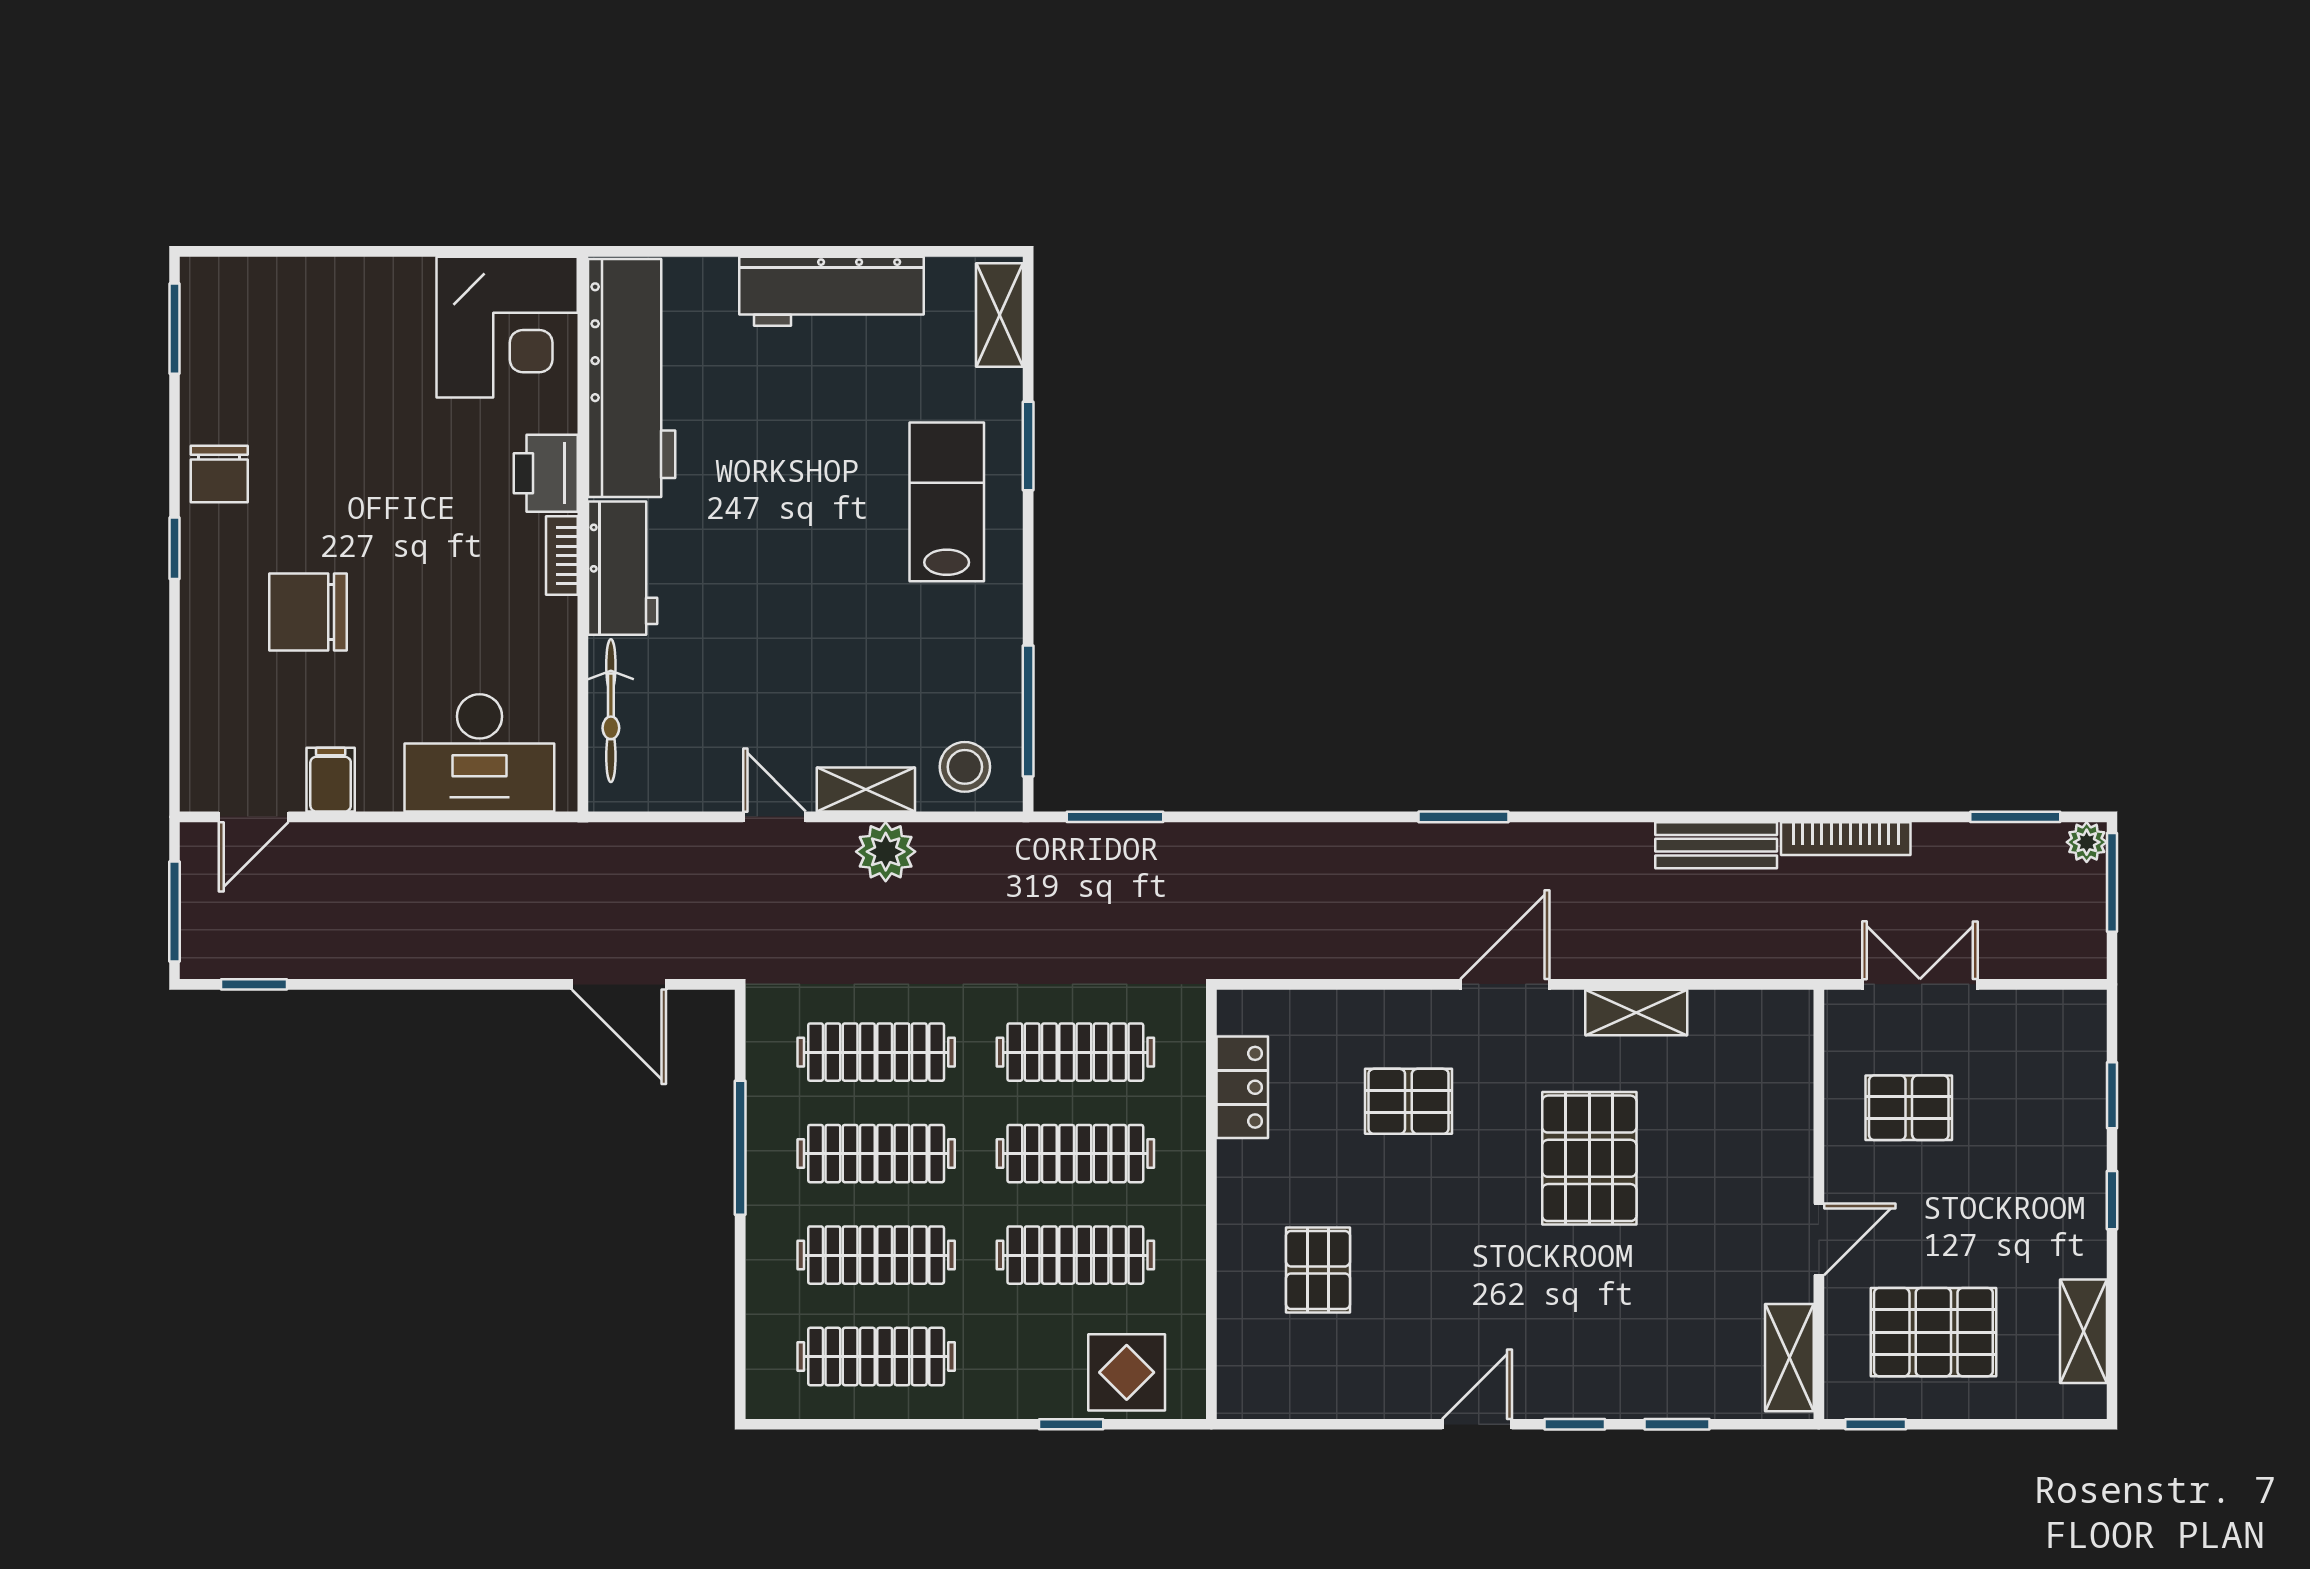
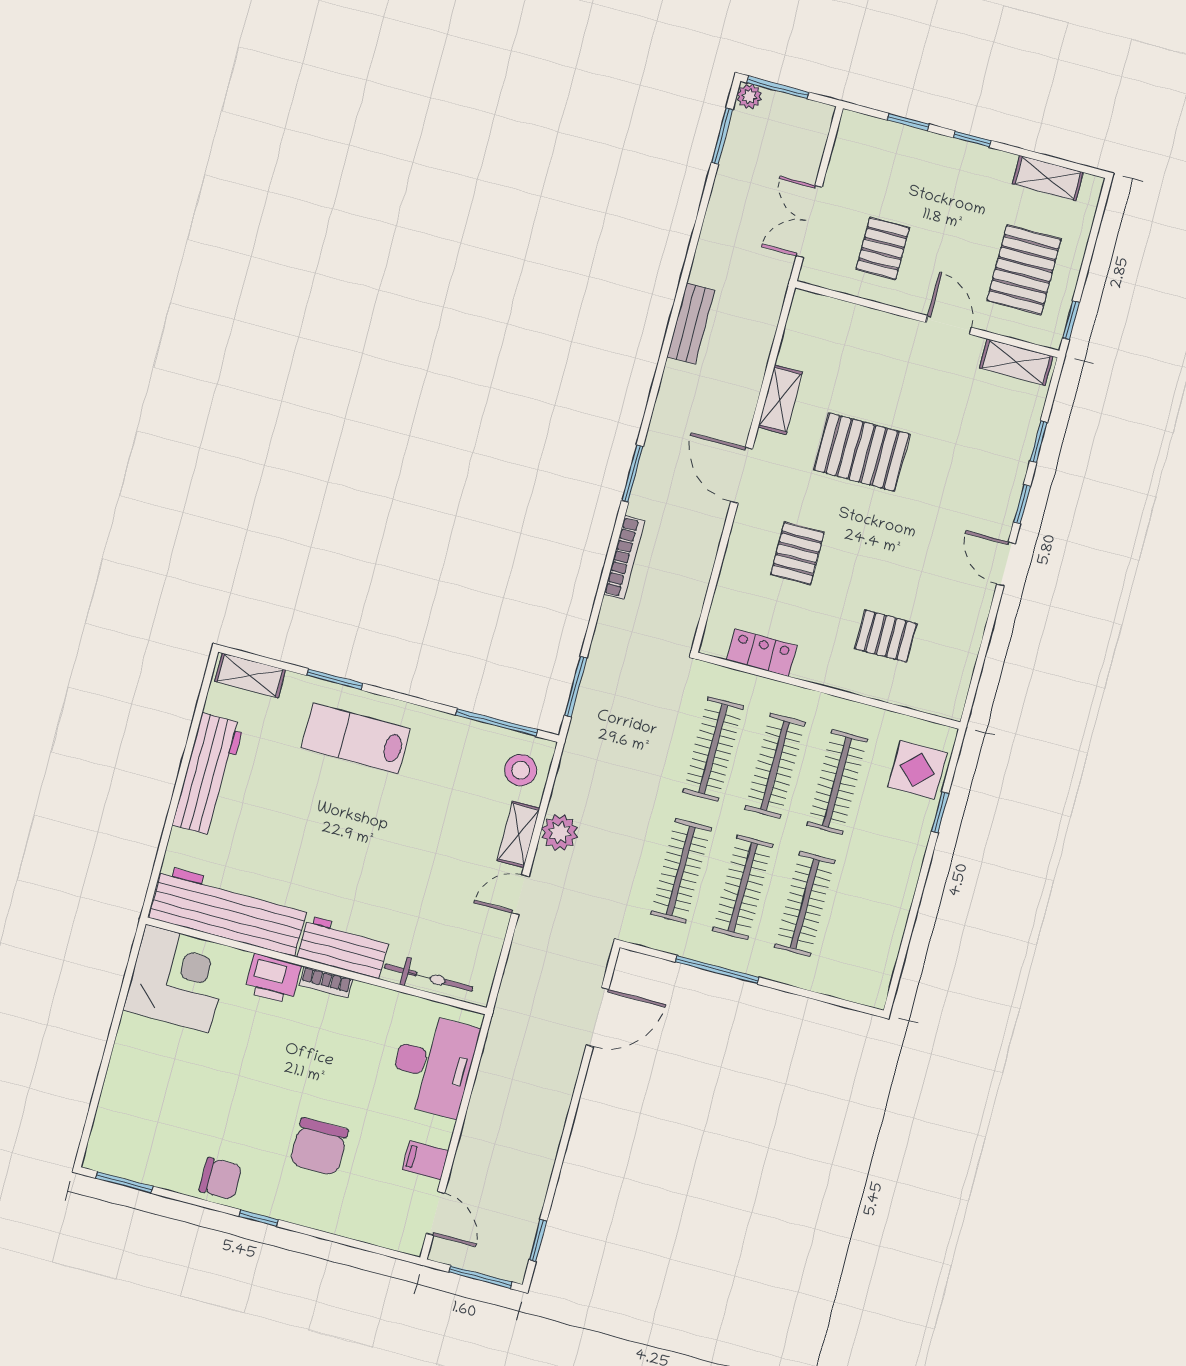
bookcase: (1846, 839) -> (624, 558), moved
clothes rail: (876, 1357) -> (867, 920), removed

